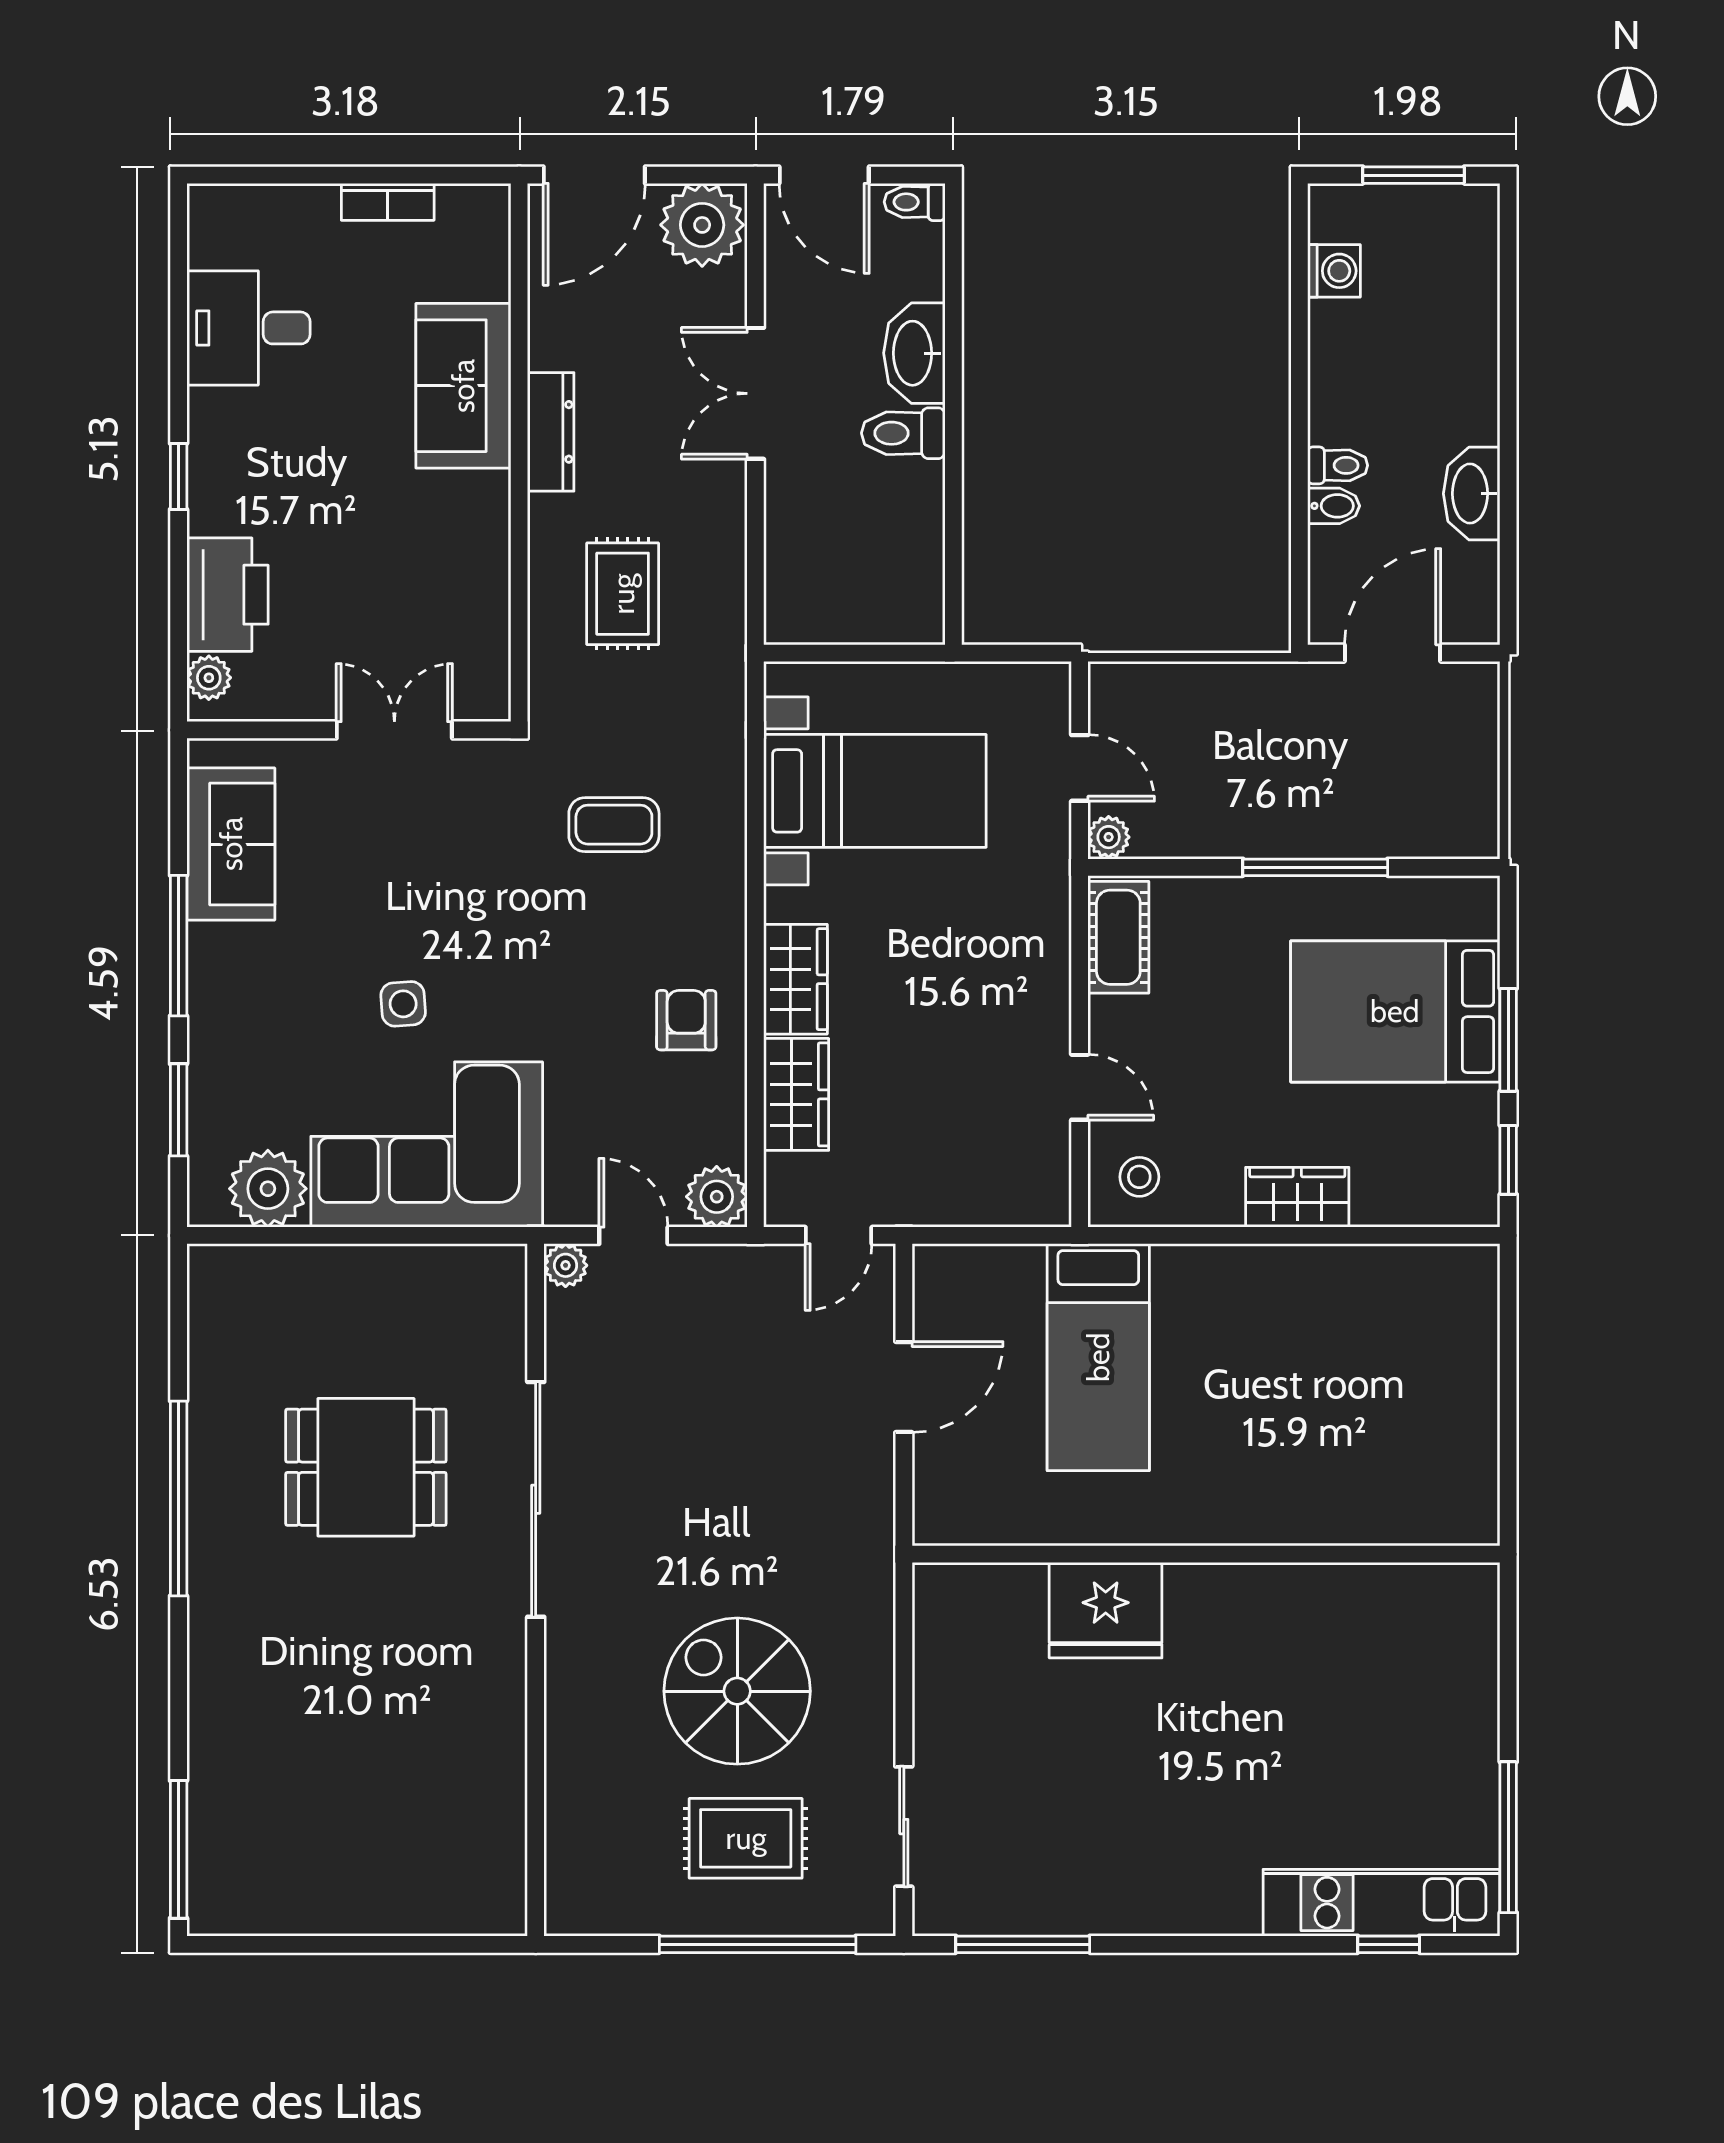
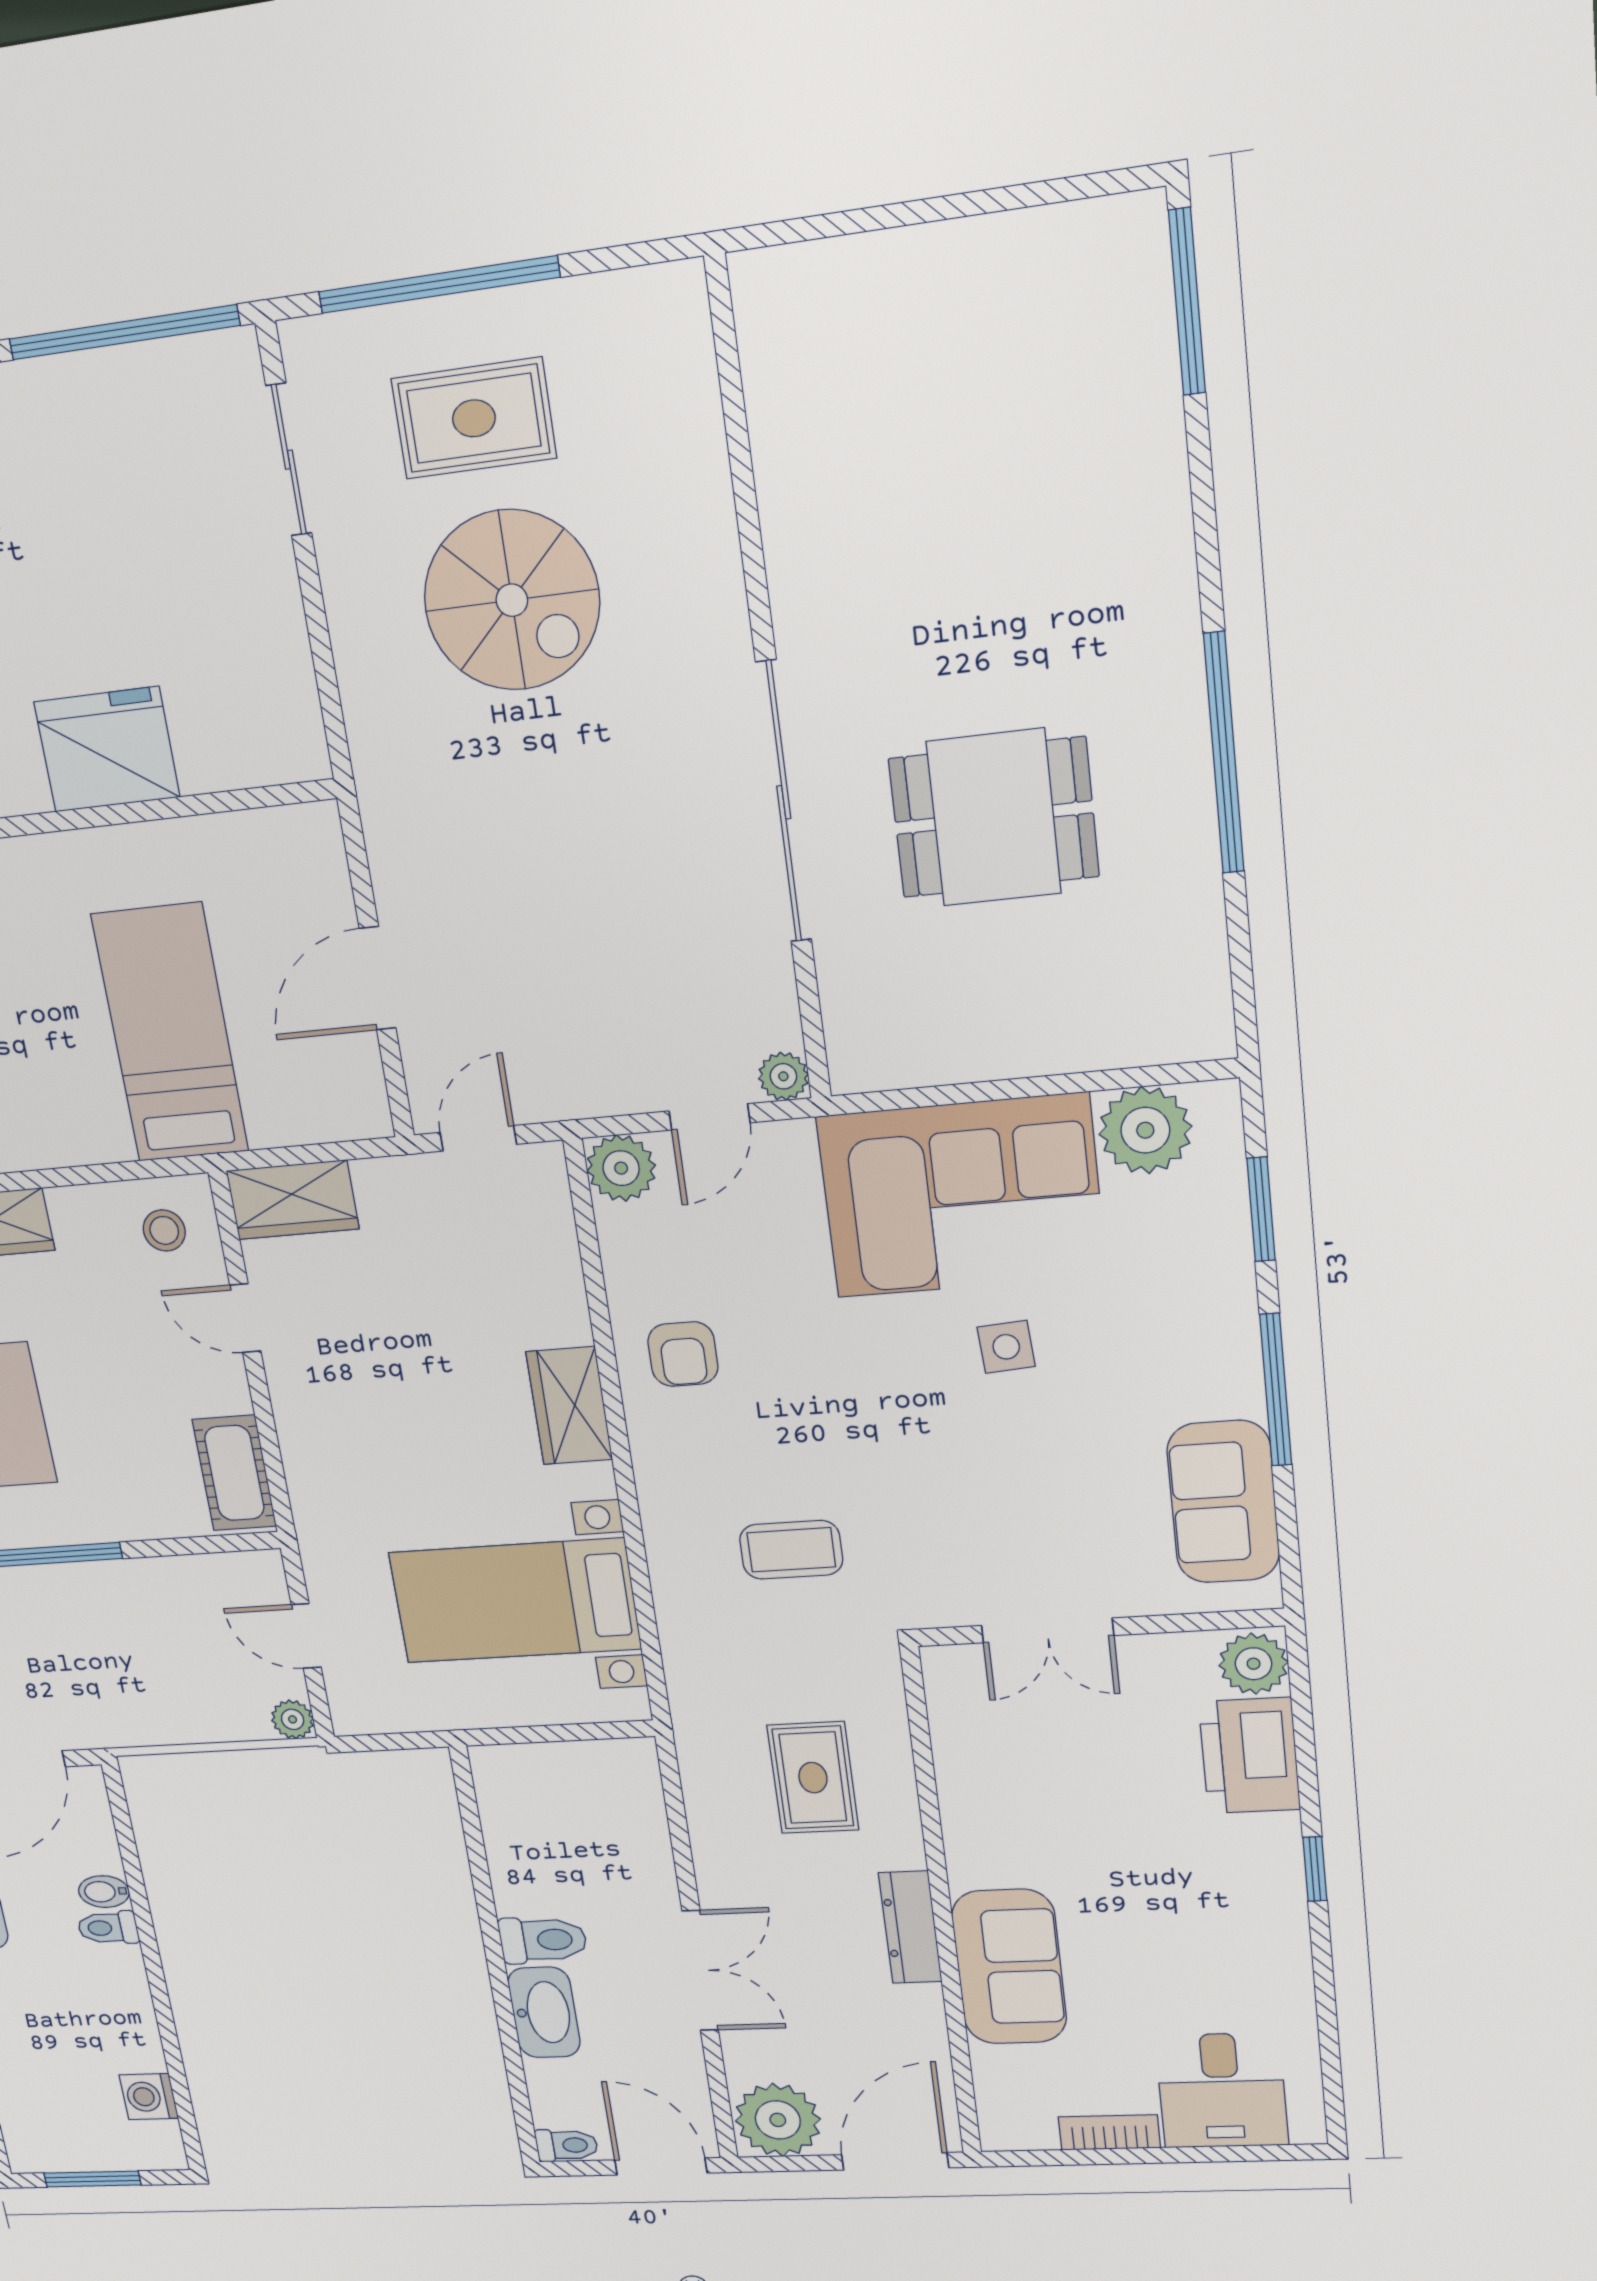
desk: (248, 328) -> (1222, 2091), moved, turned 90
plant: (209, 678) -> (1254, 1664), width x1.38, depth x1.38
plant: (1109, 837) -> (293, 1719), moved
wardrobe: (796, 1094) -> (293, 1200), moved, turned -90
door: (633, 1235) -> (710, 1117), hinge flipped
window: (1023, 1944) -> (124, 332), width x1.46

